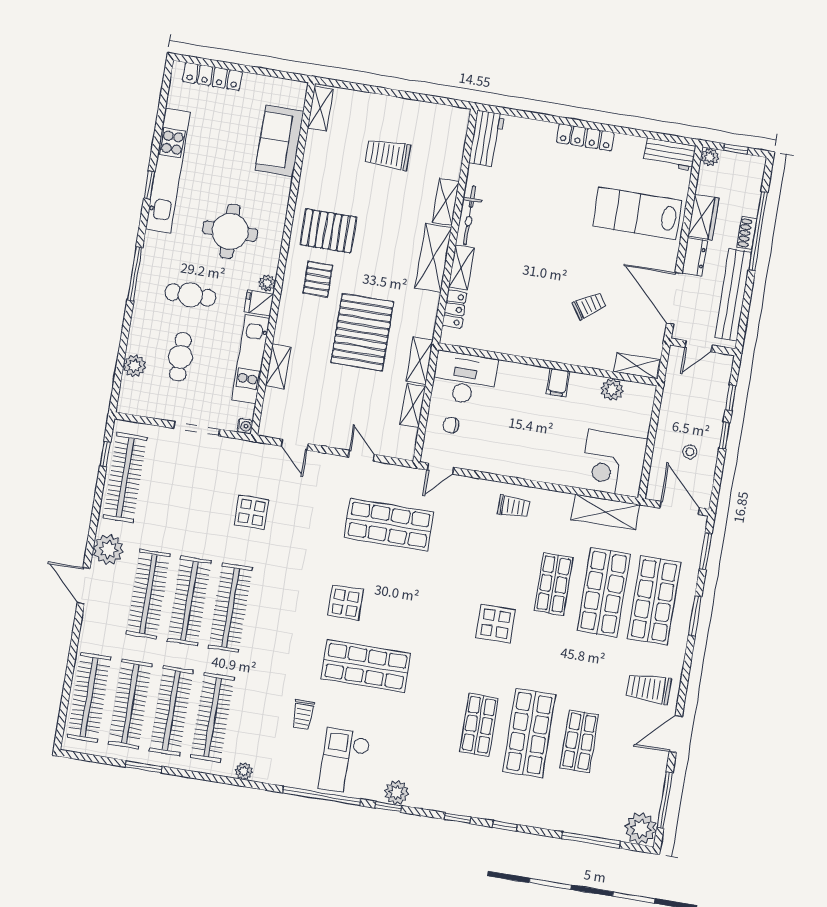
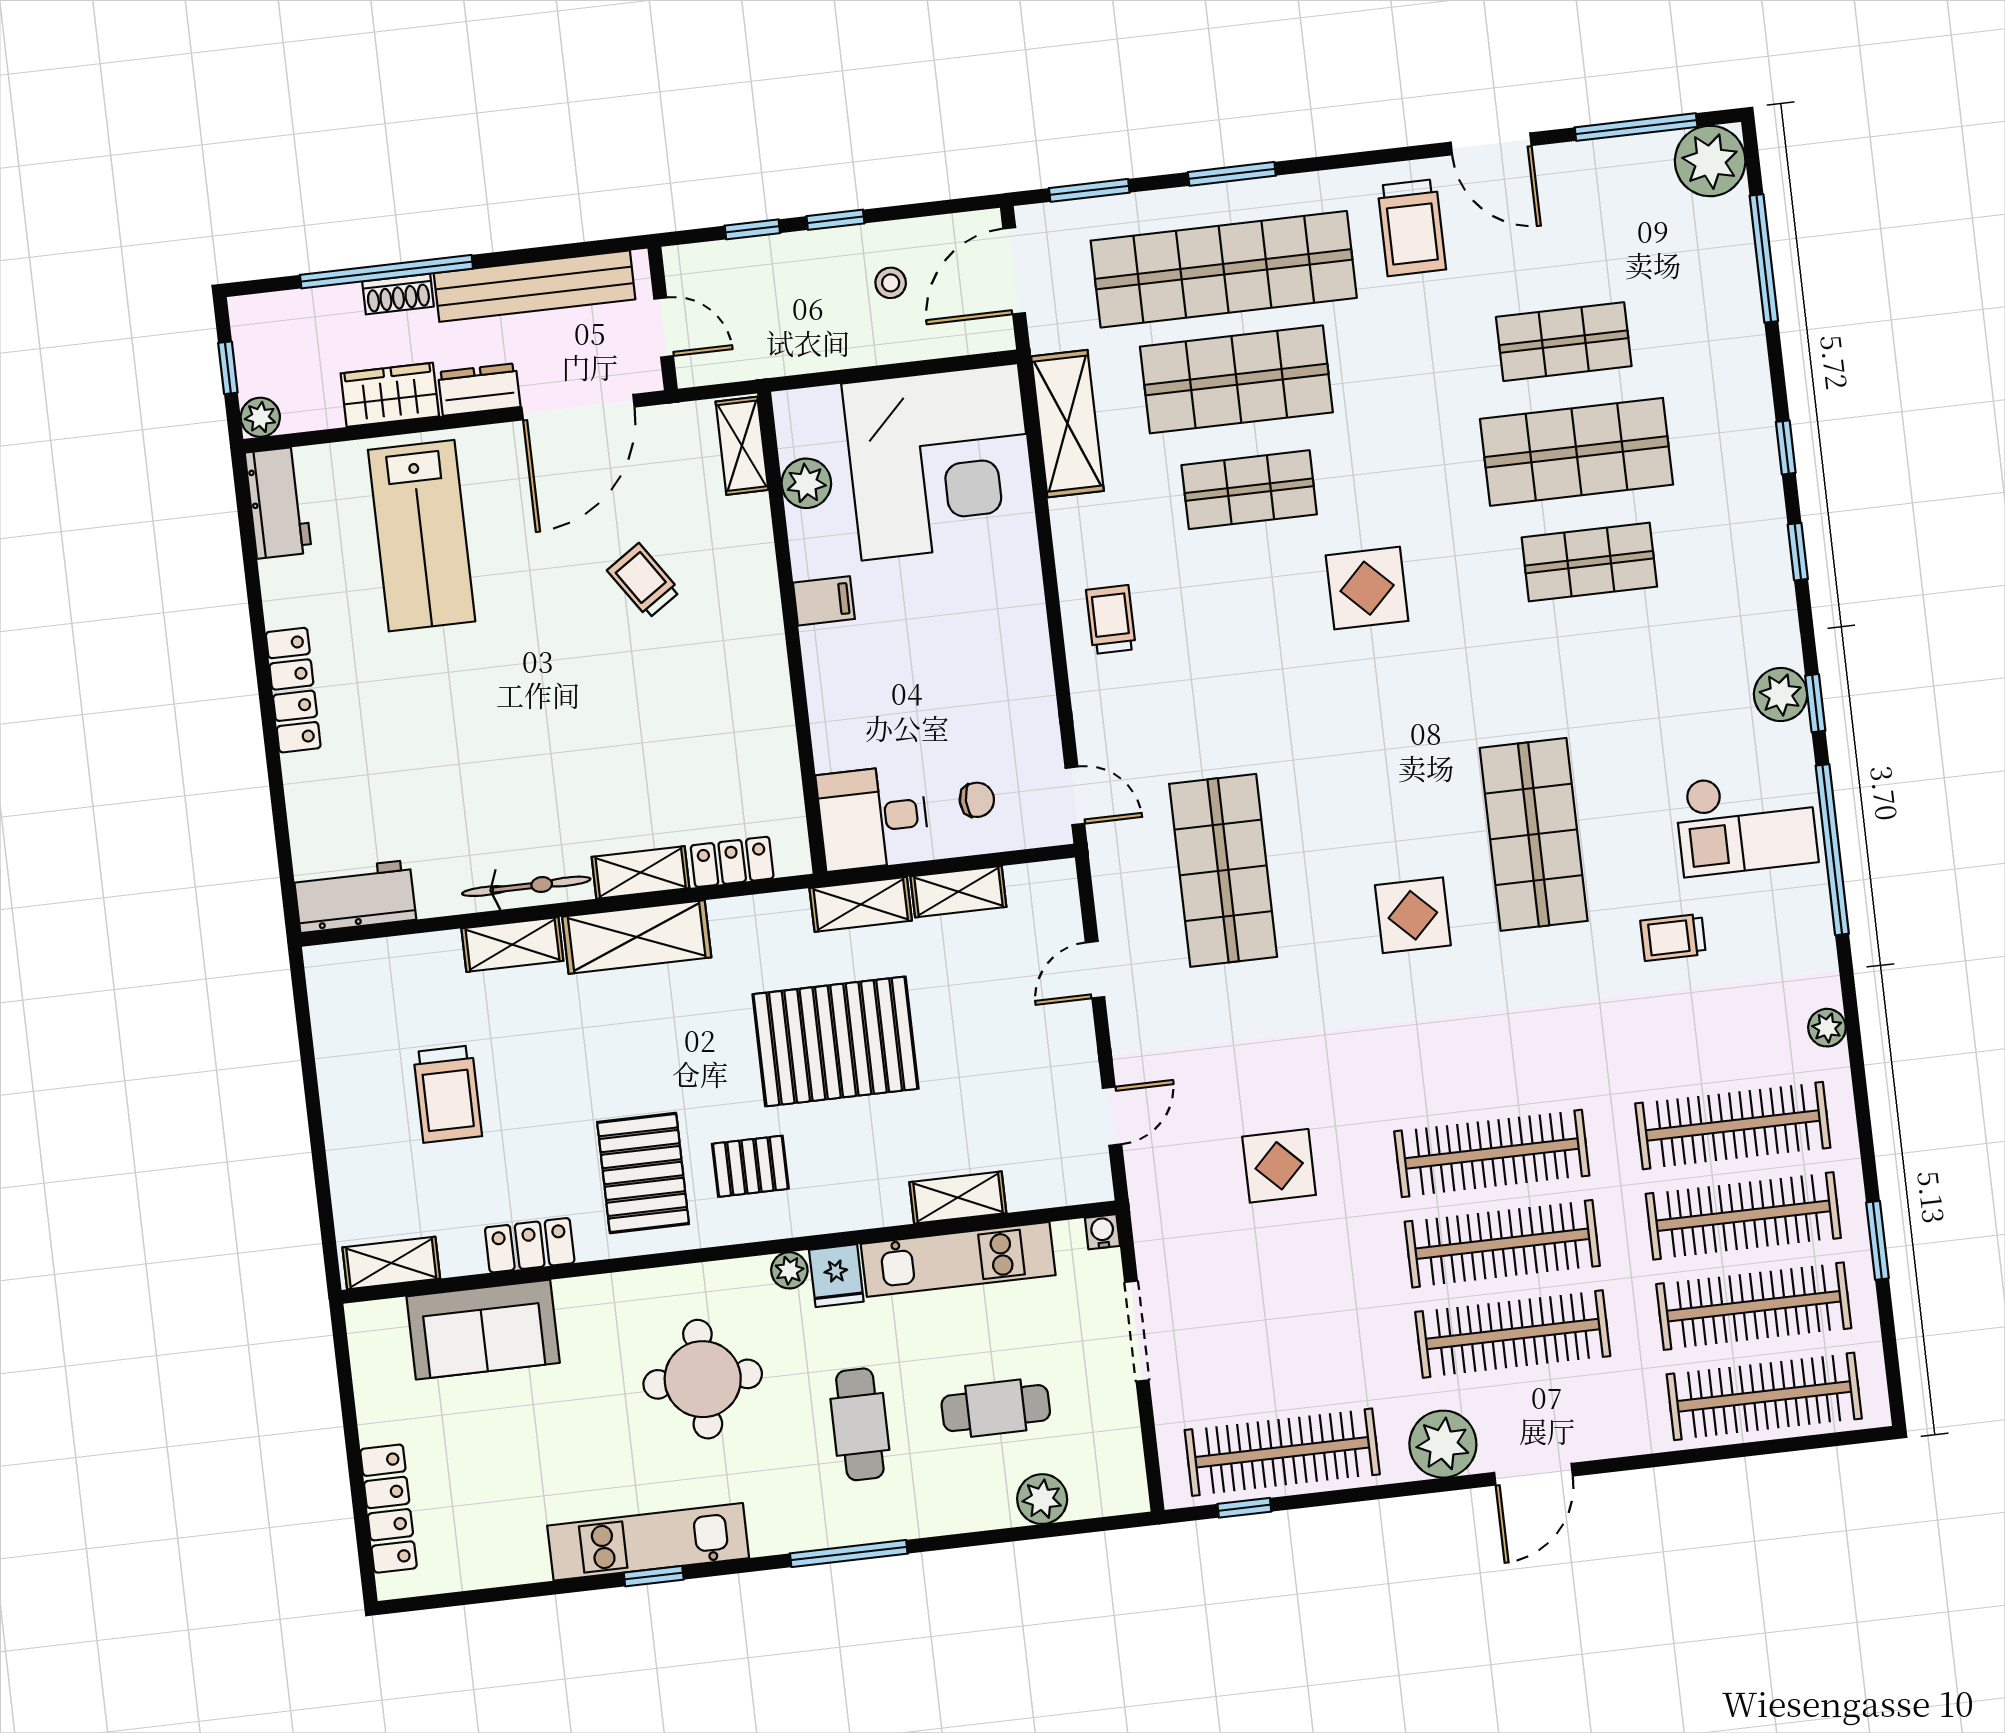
kitchen unit: (168, 171) -> (648, 1542), width x0.73
locker: (311, 172) -> (530, 1245), added
desk: (464, 378) -> (873, 818), width x0.73
chair: (451, 425) -> (977, 800), turned -90
corner desk: (614, 463) -> (940, 462), width x1.36, depth x1.36
shop shelf: (654, 600) -> (1224, 269), width x1.40
trolley: (303, 715) -> (1673, 937), turned 180

